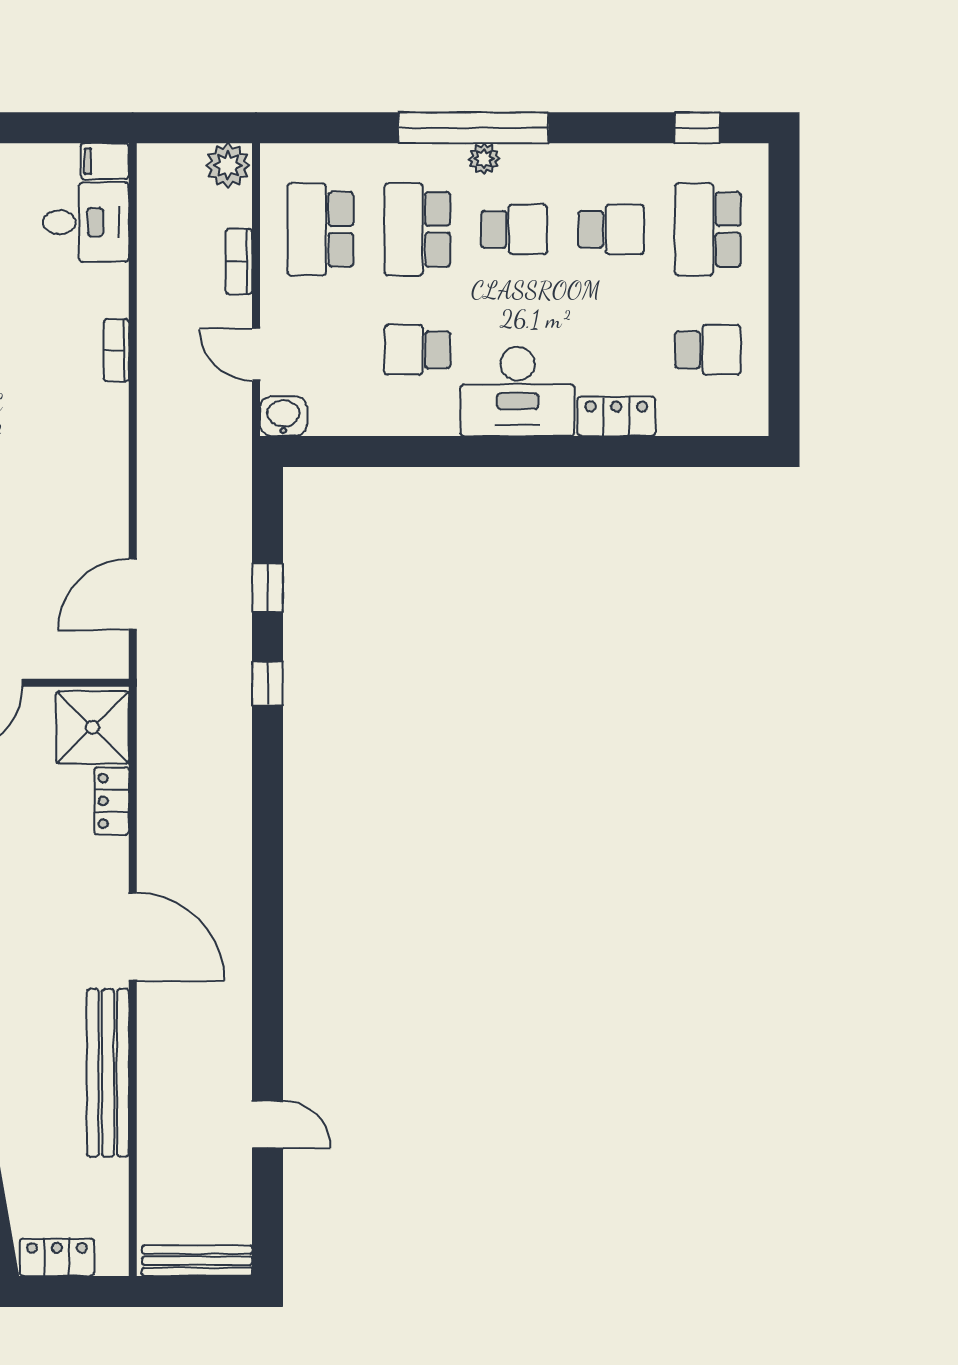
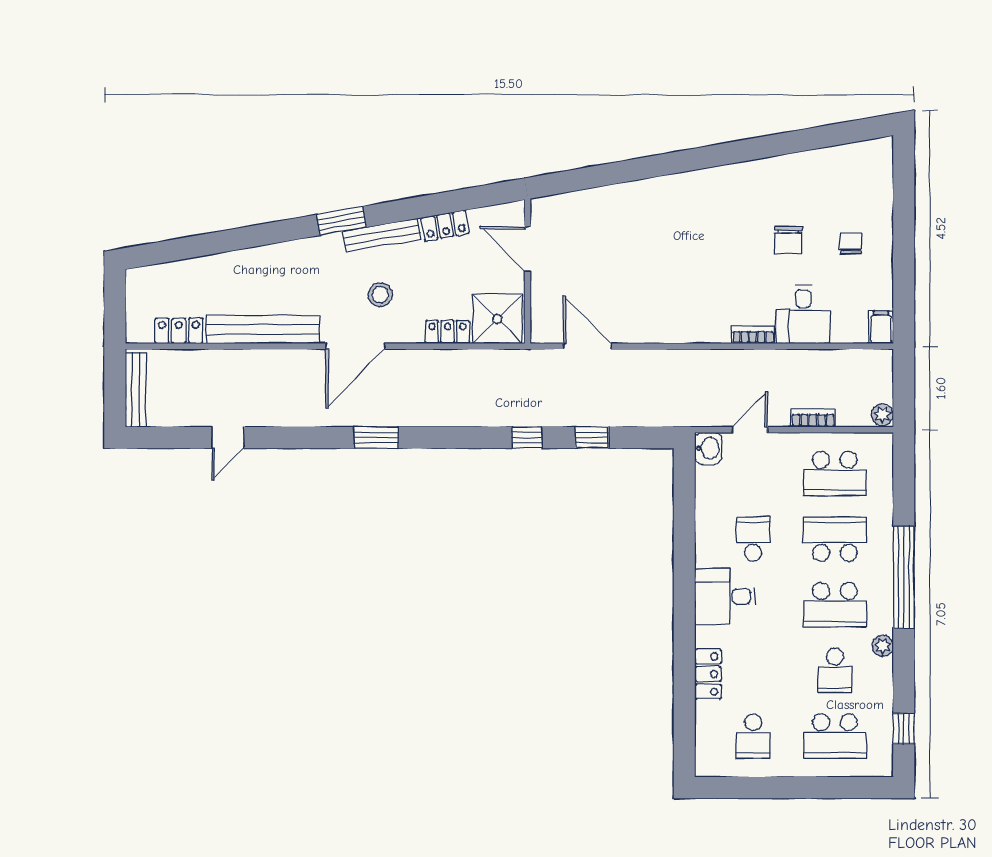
plant: (484, 159) -> (883, 646), moved
plant: (228, 165) -> (882, 415), width x0.73, depth x0.73
desk: (86, 222) -> (803, 314), moved
school desk: (321, 229) -> (835, 473), turned 180
school desk: (514, 229) -> (835, 605), width x1.85
school desk: (708, 229) -> (835, 736), turned 180
desk: (518, 391) -> (725, 597), width x0.73
stool: (57, 900) -> (380, 295), added
window: (268, 906) -> (376, 438), added
locker: (57, 1257) -> (179, 331), moved, turned -90

